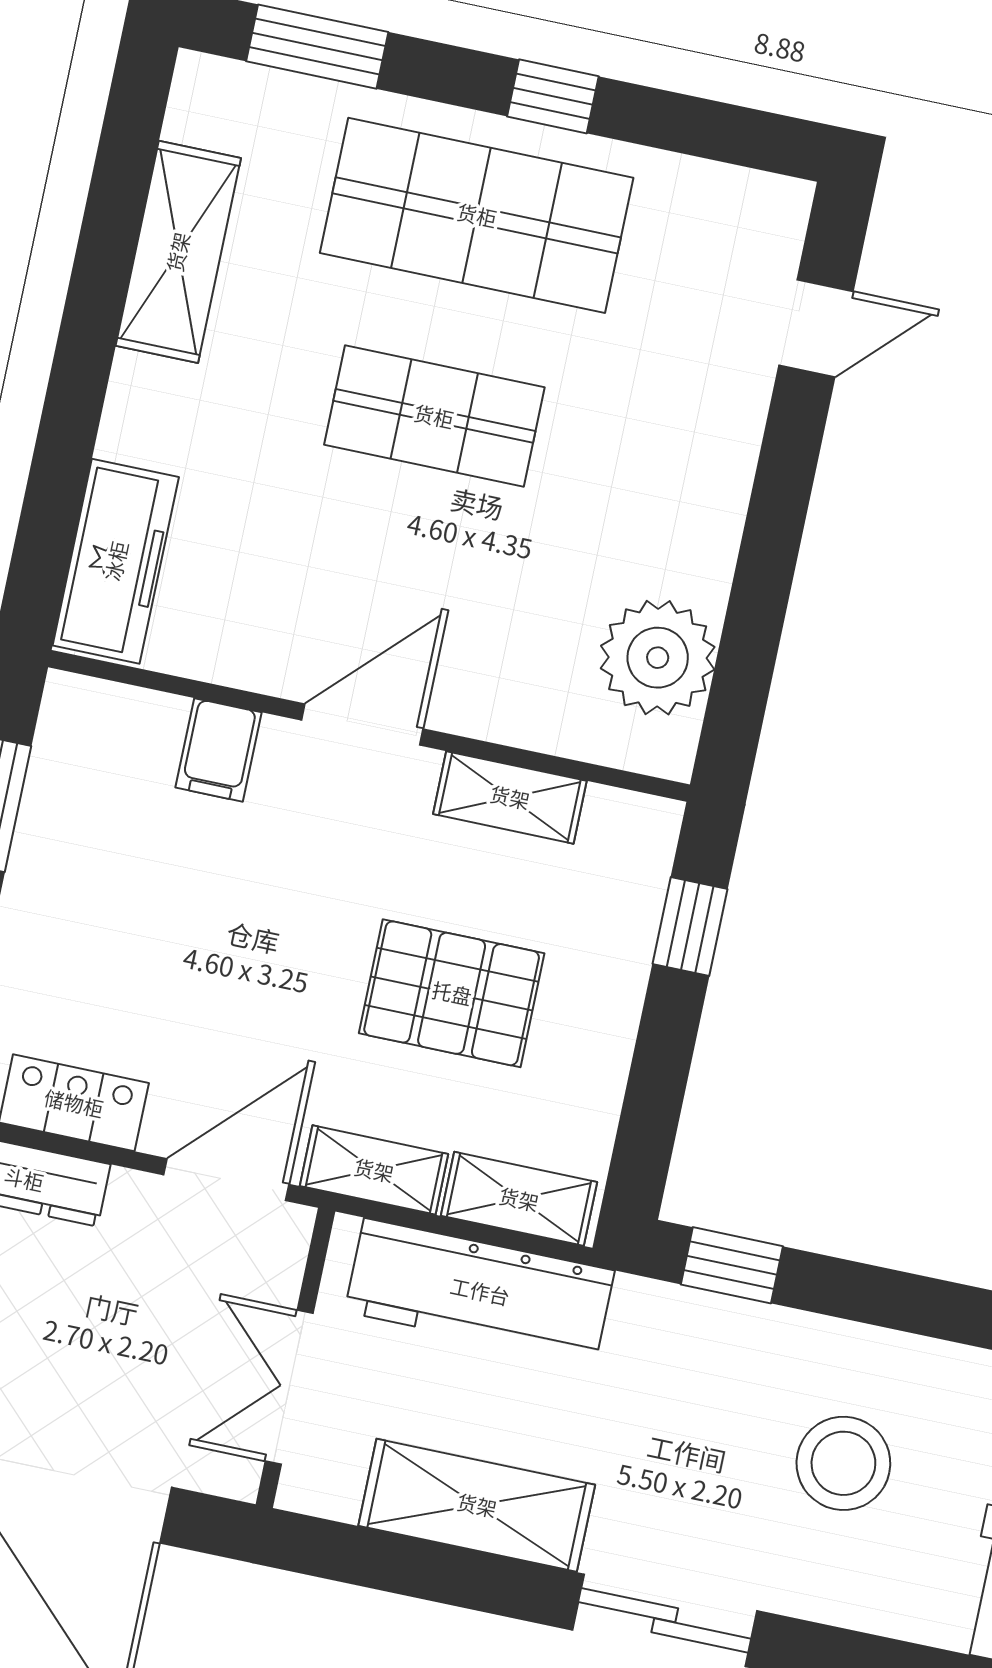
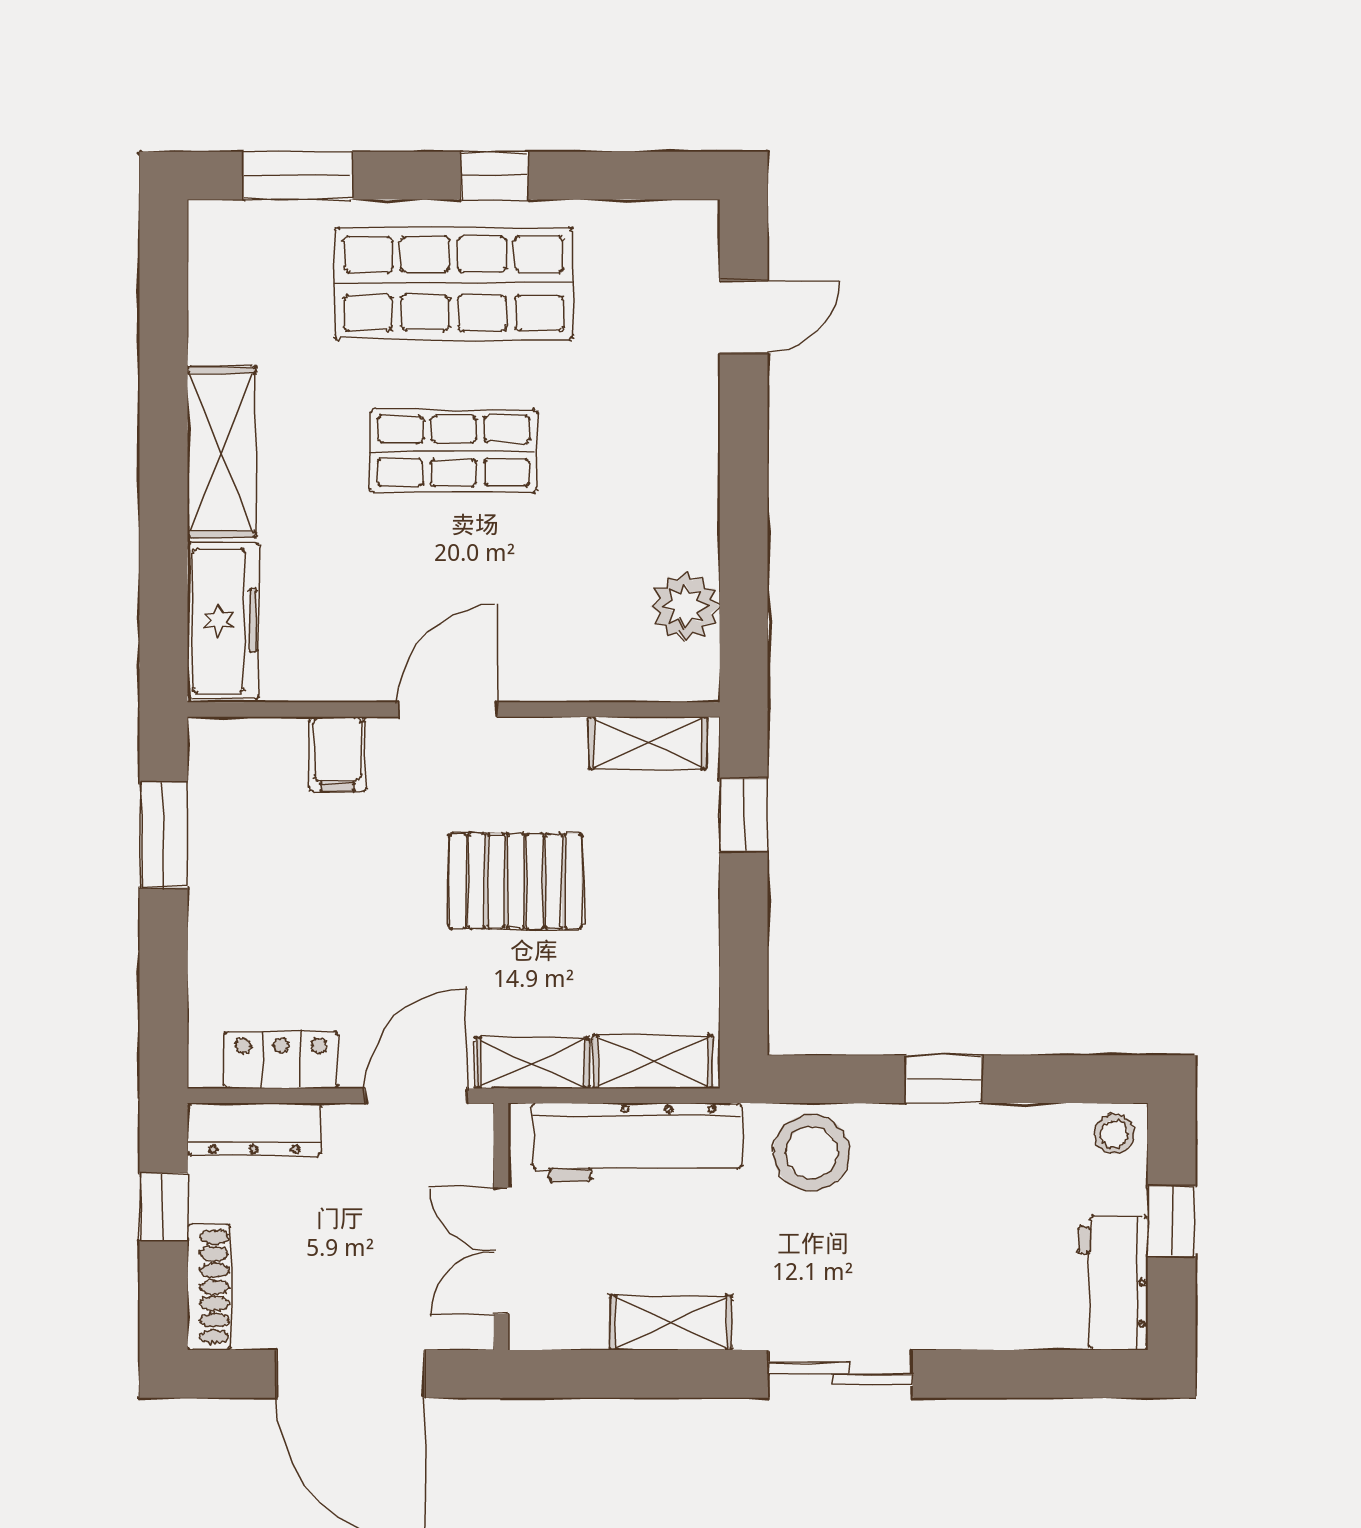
shelving: (178, 252) -> (222, 452), moved
plant: (658, 658) -> (685, 606), width x0.73, depth x0.73
shelving: (510, 797) -> (648, 743), moved
pallet: (452, 993) -> (515, 881), moved
window: (732, 1265) -> (943, 1079), moved
stool: (843, 1463) -> (811, 1153), moved
shelving: (477, 1505) -> (671, 1323), width x0.67, depth x0.75

